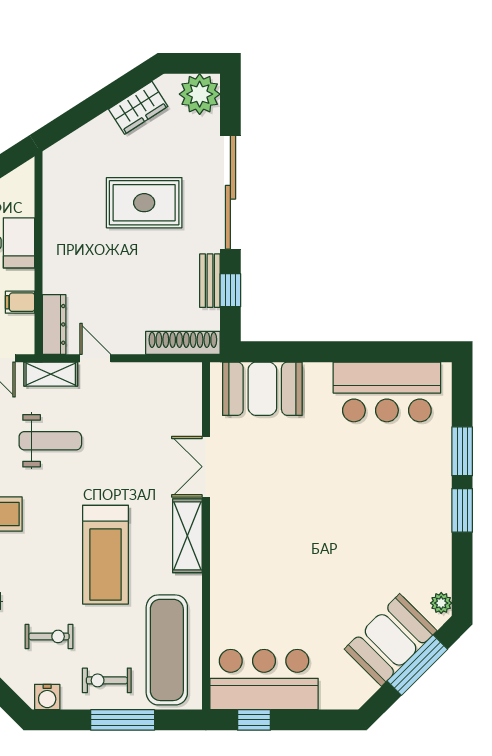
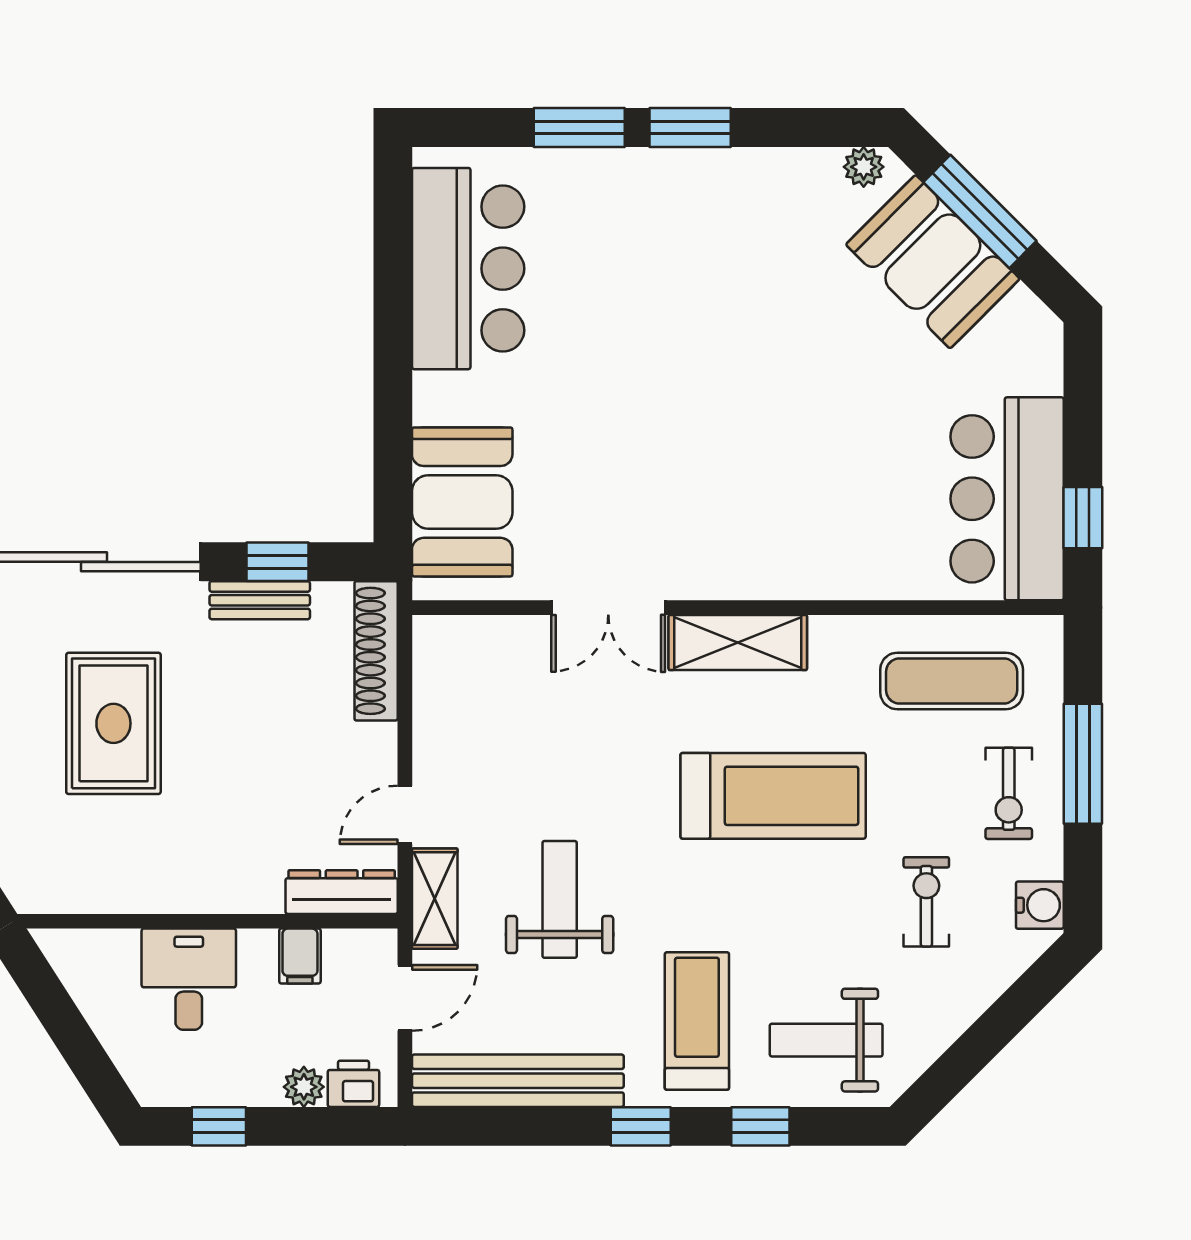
exercise mat: (167, 650) -> (952, 681), width x0.73, depth x0.69

